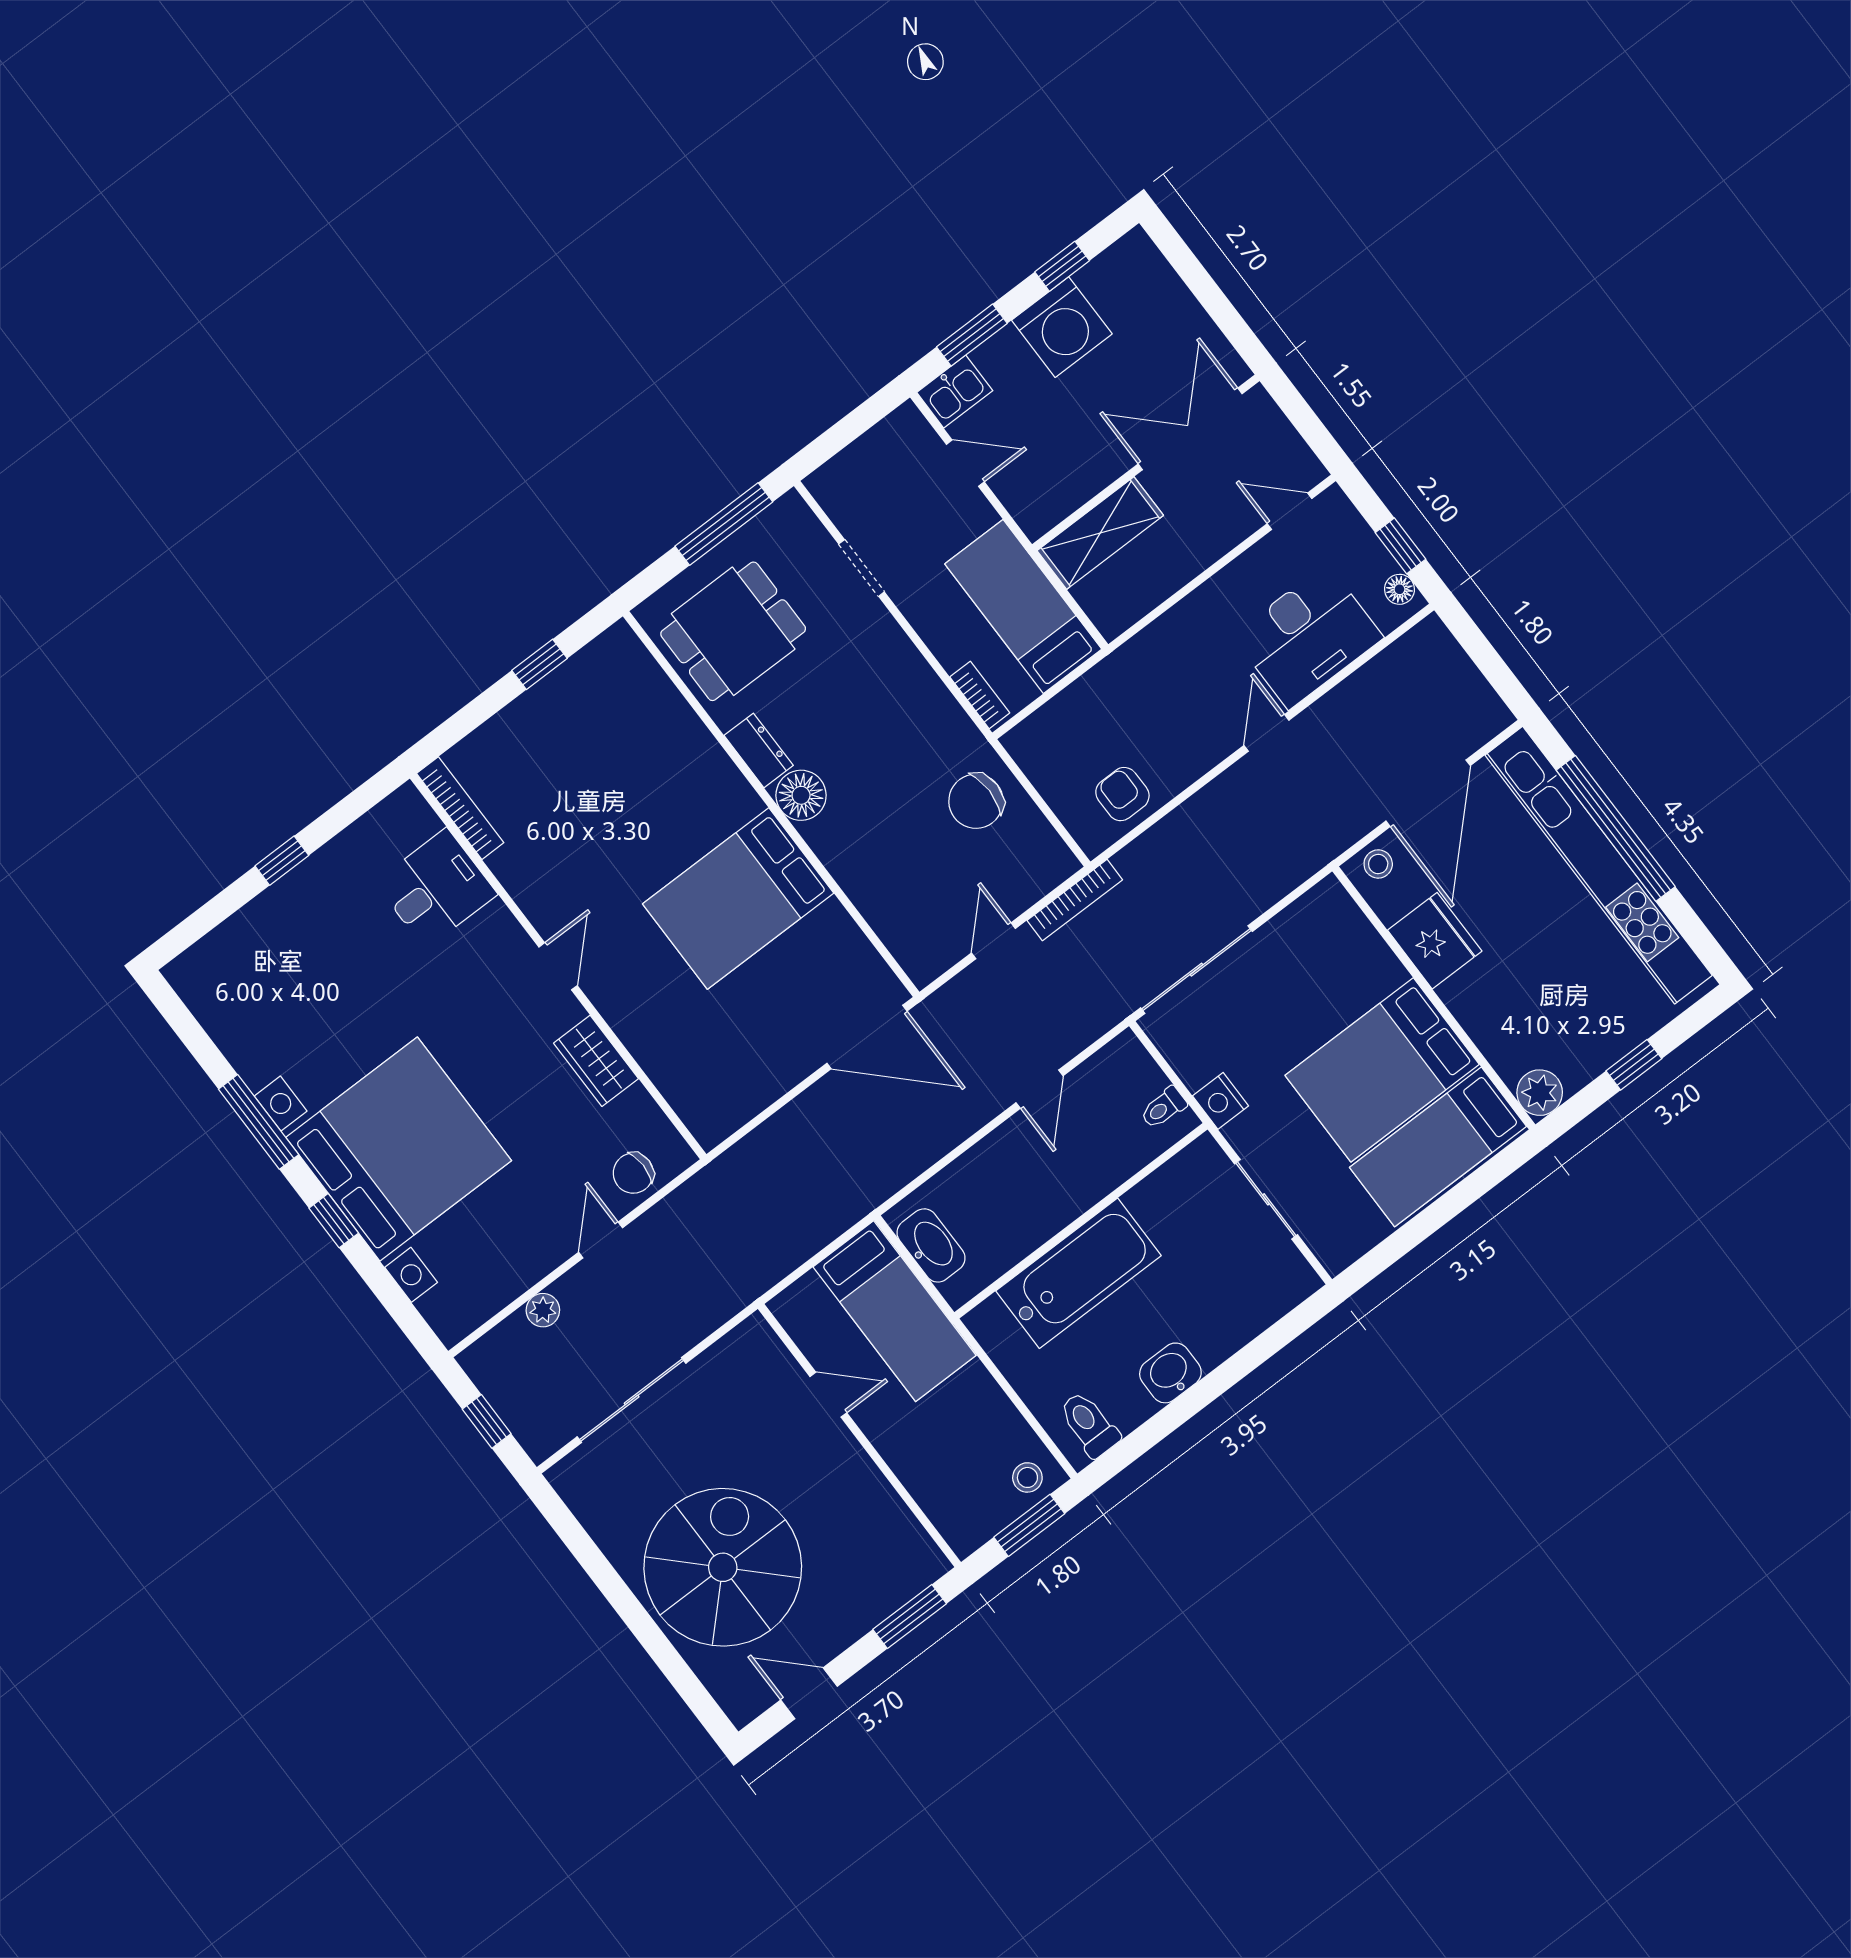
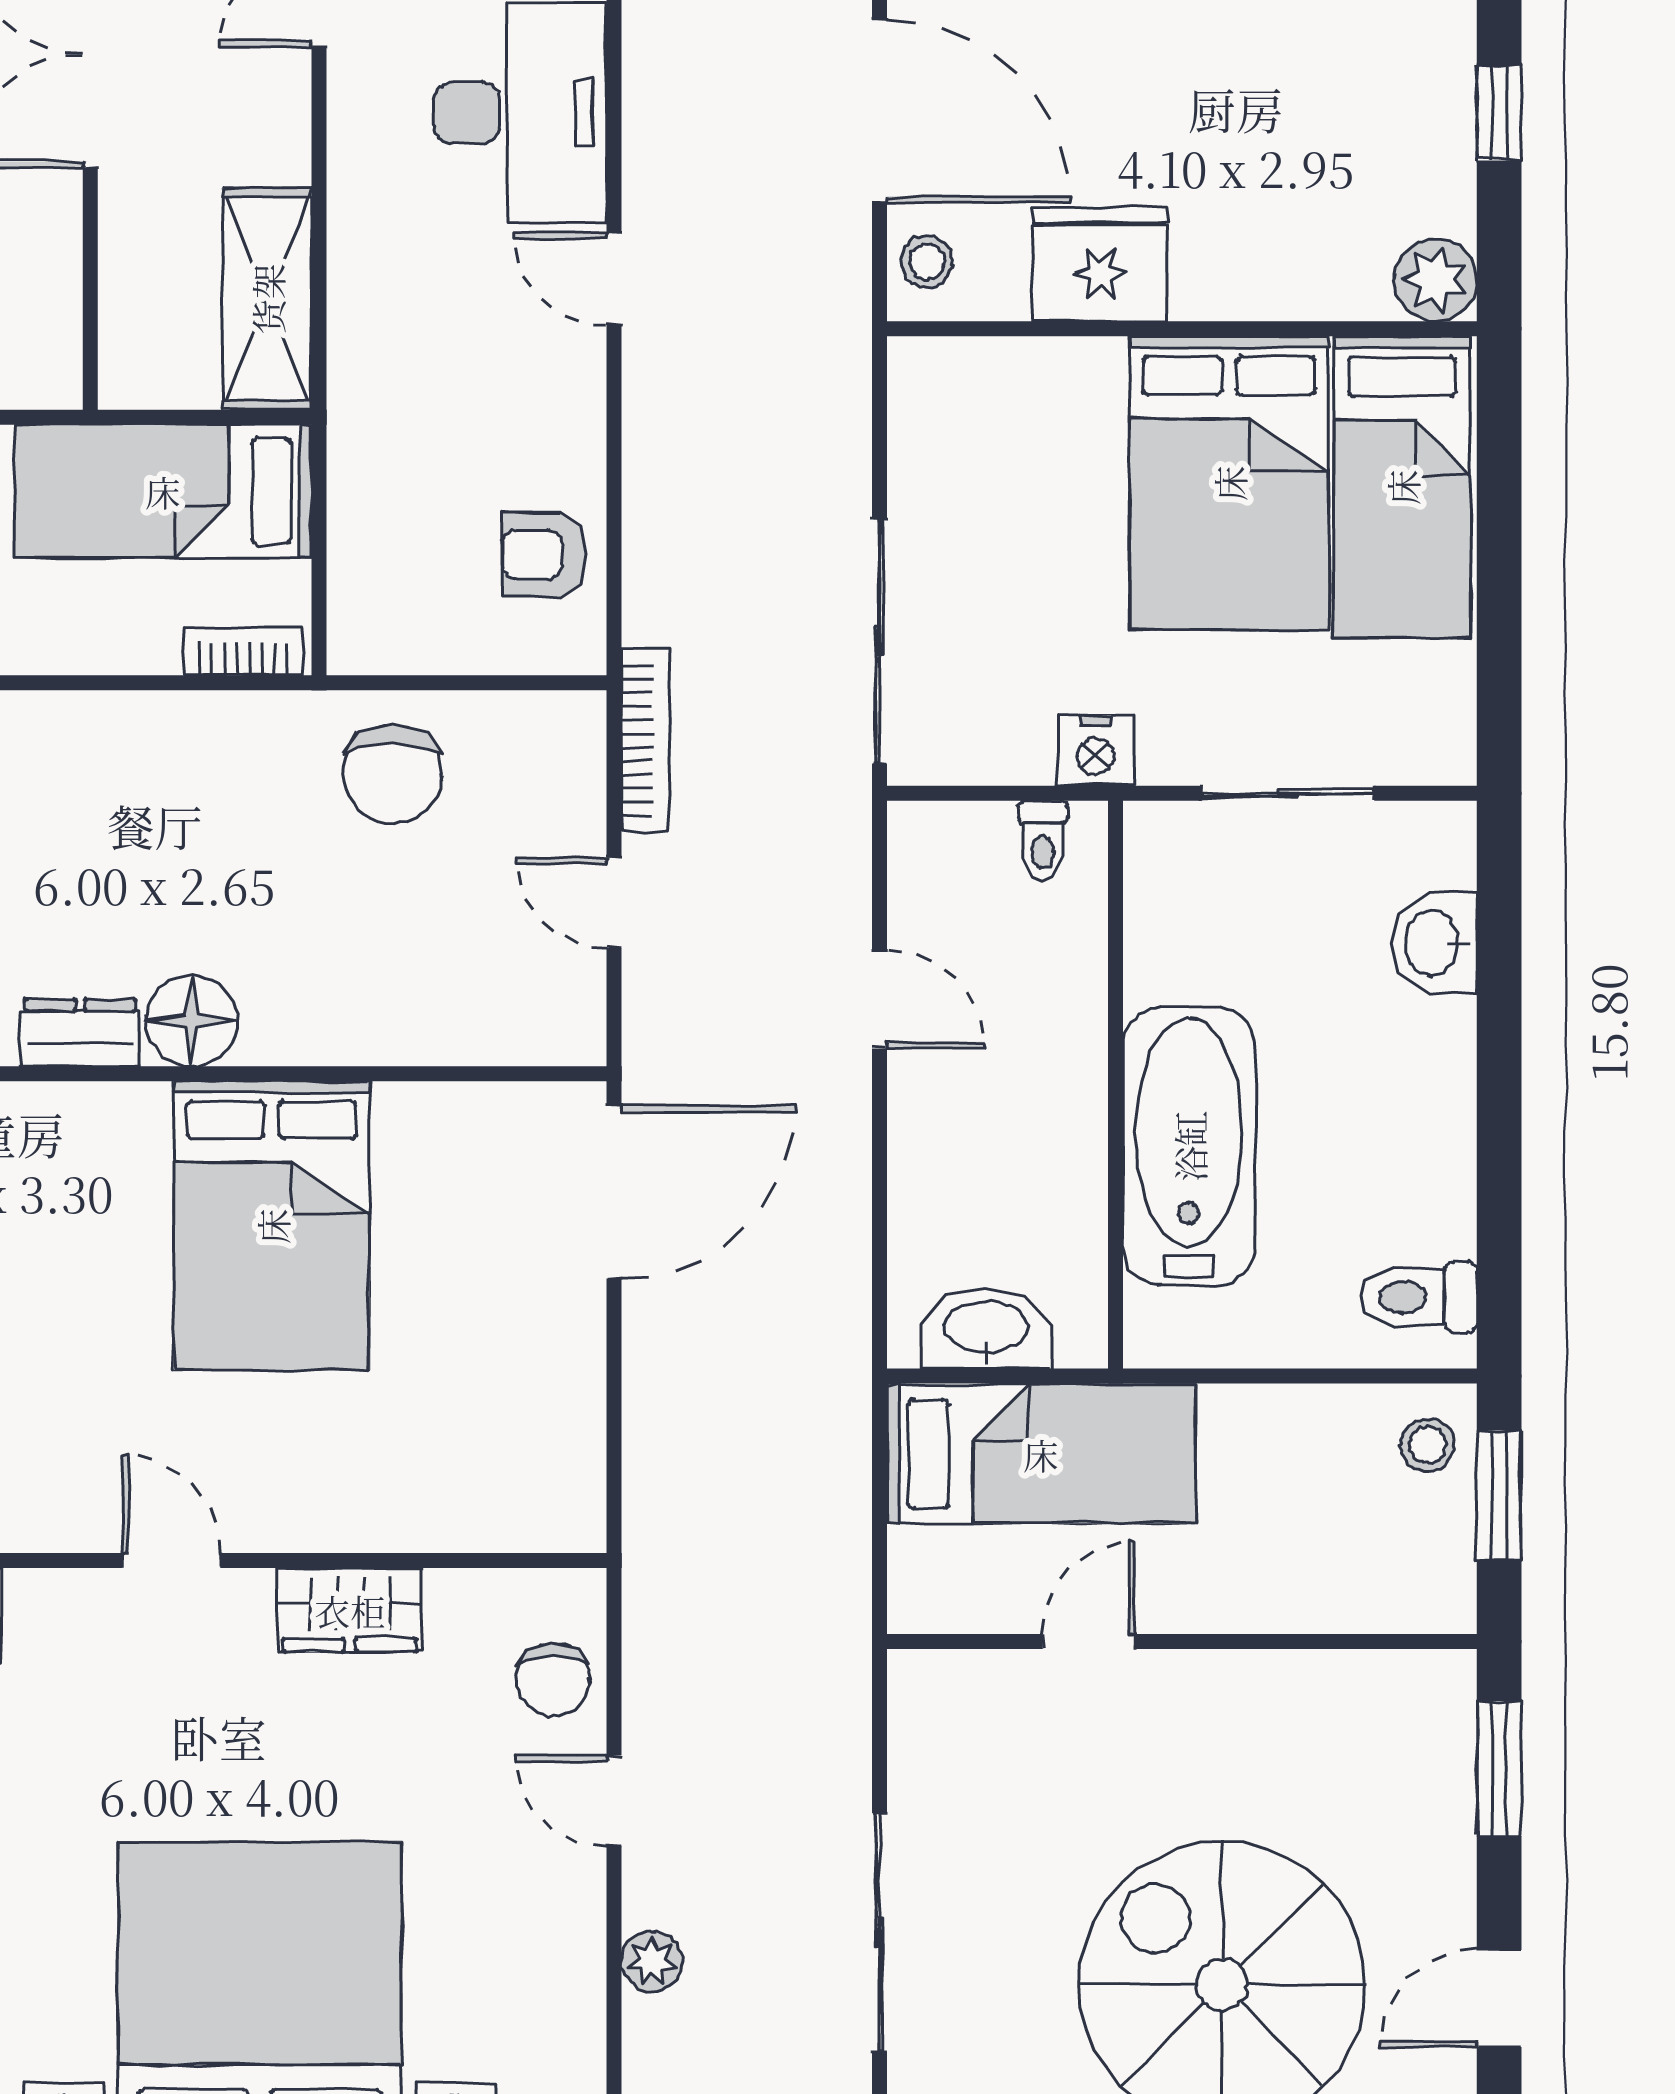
shelving: (1100, 533) -> (267, 299), moved
washbasin: (1170, 1373) -> (1434, 943), moved

